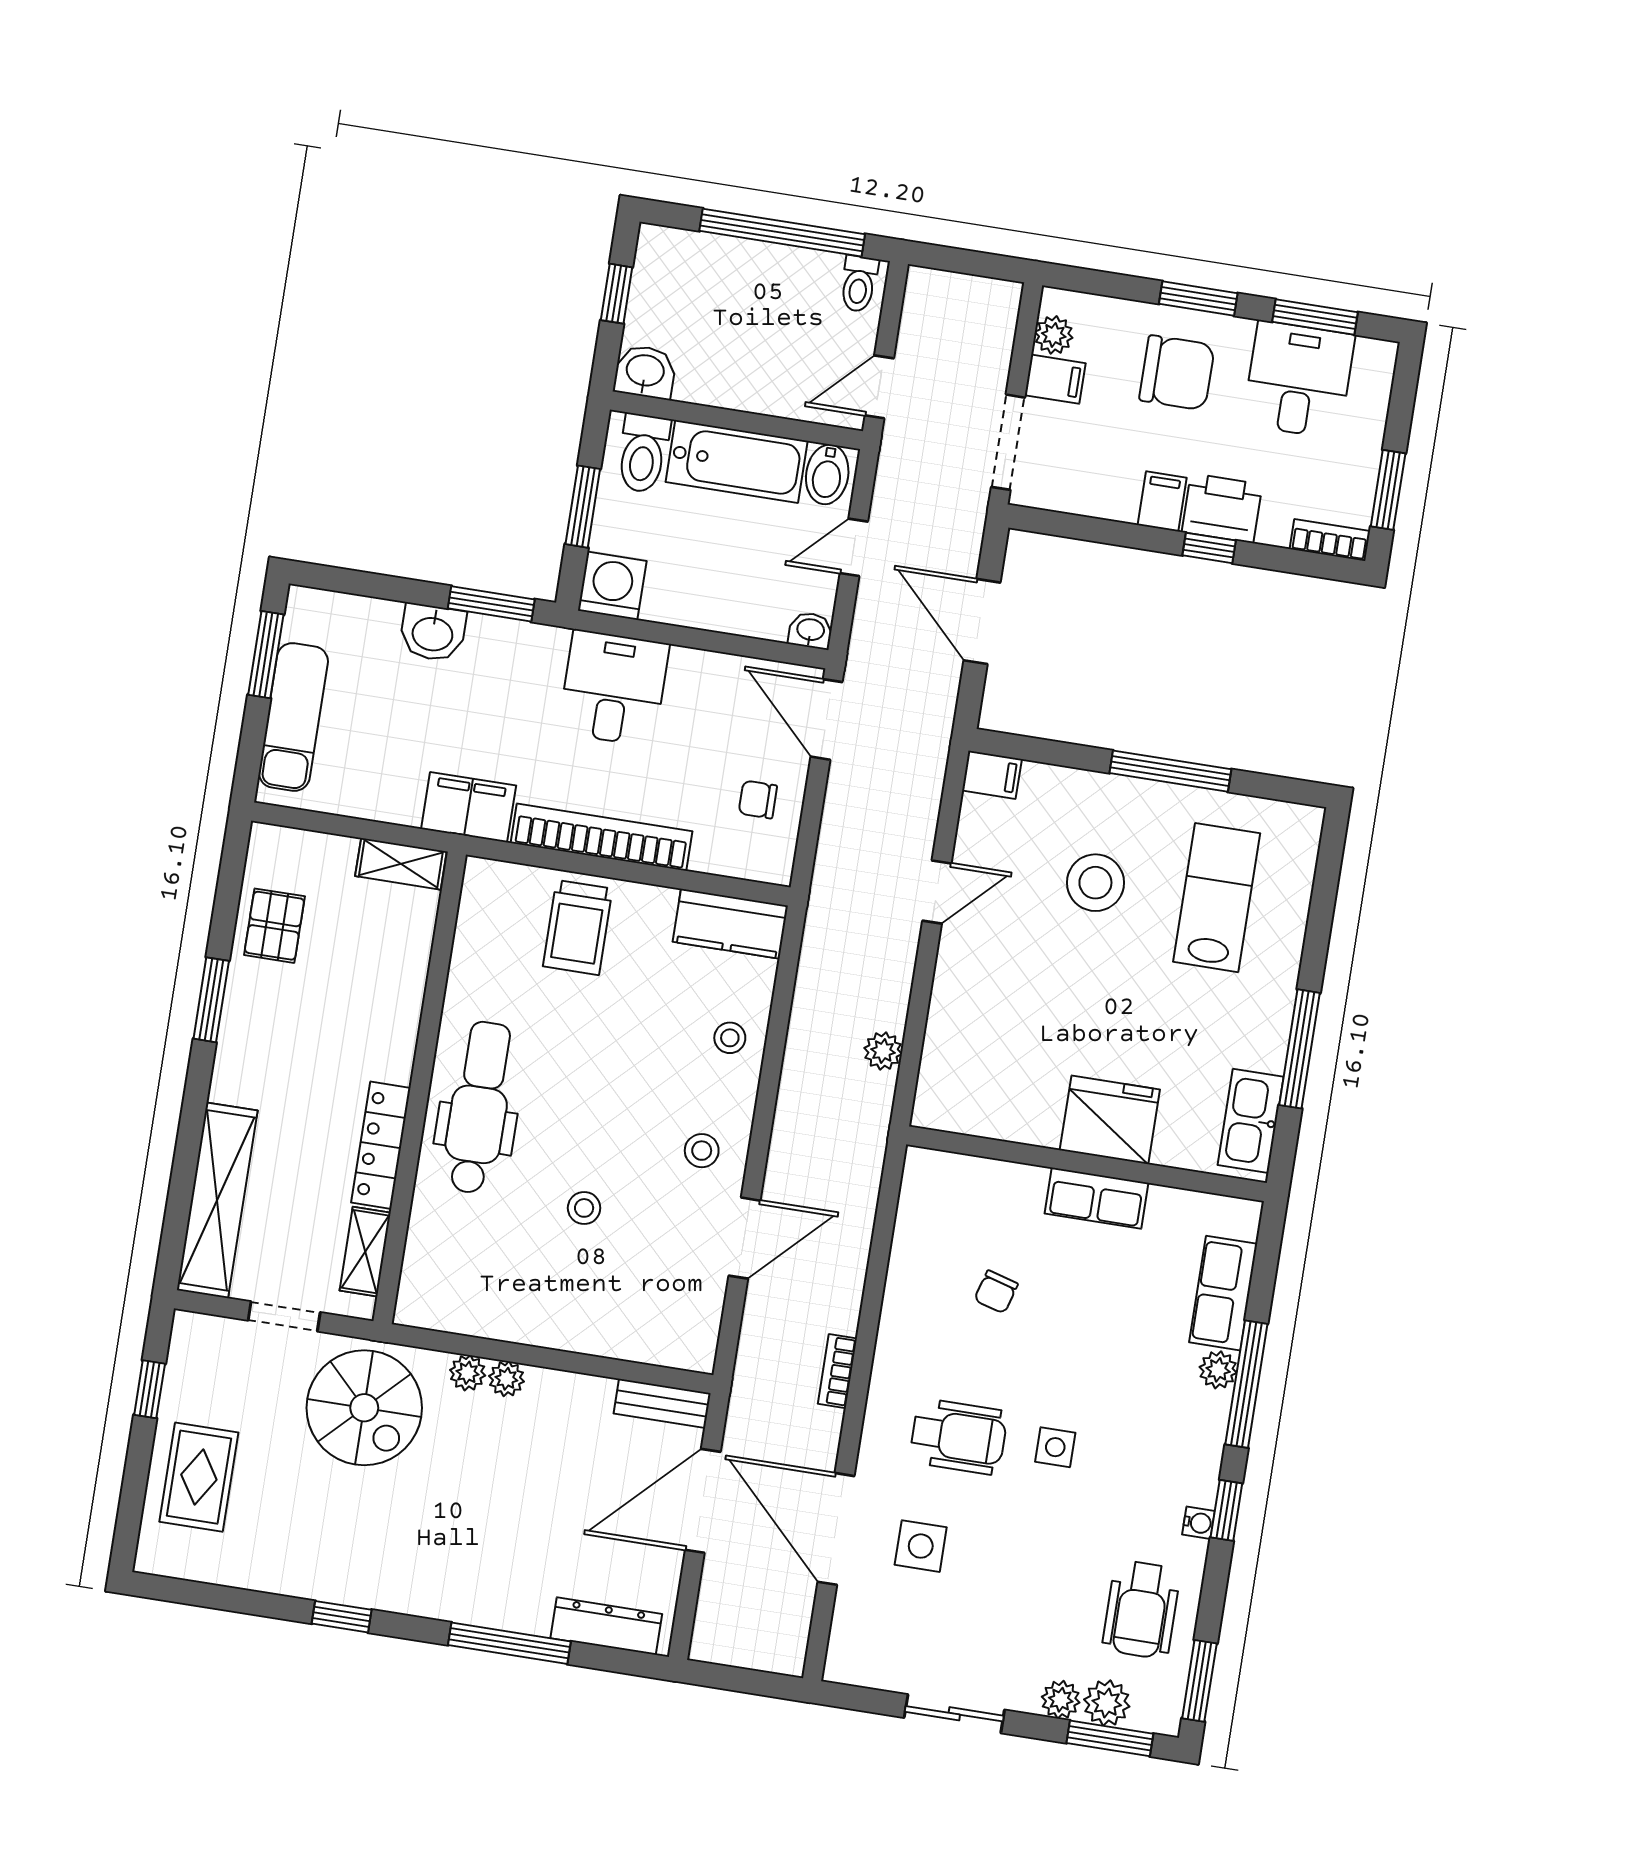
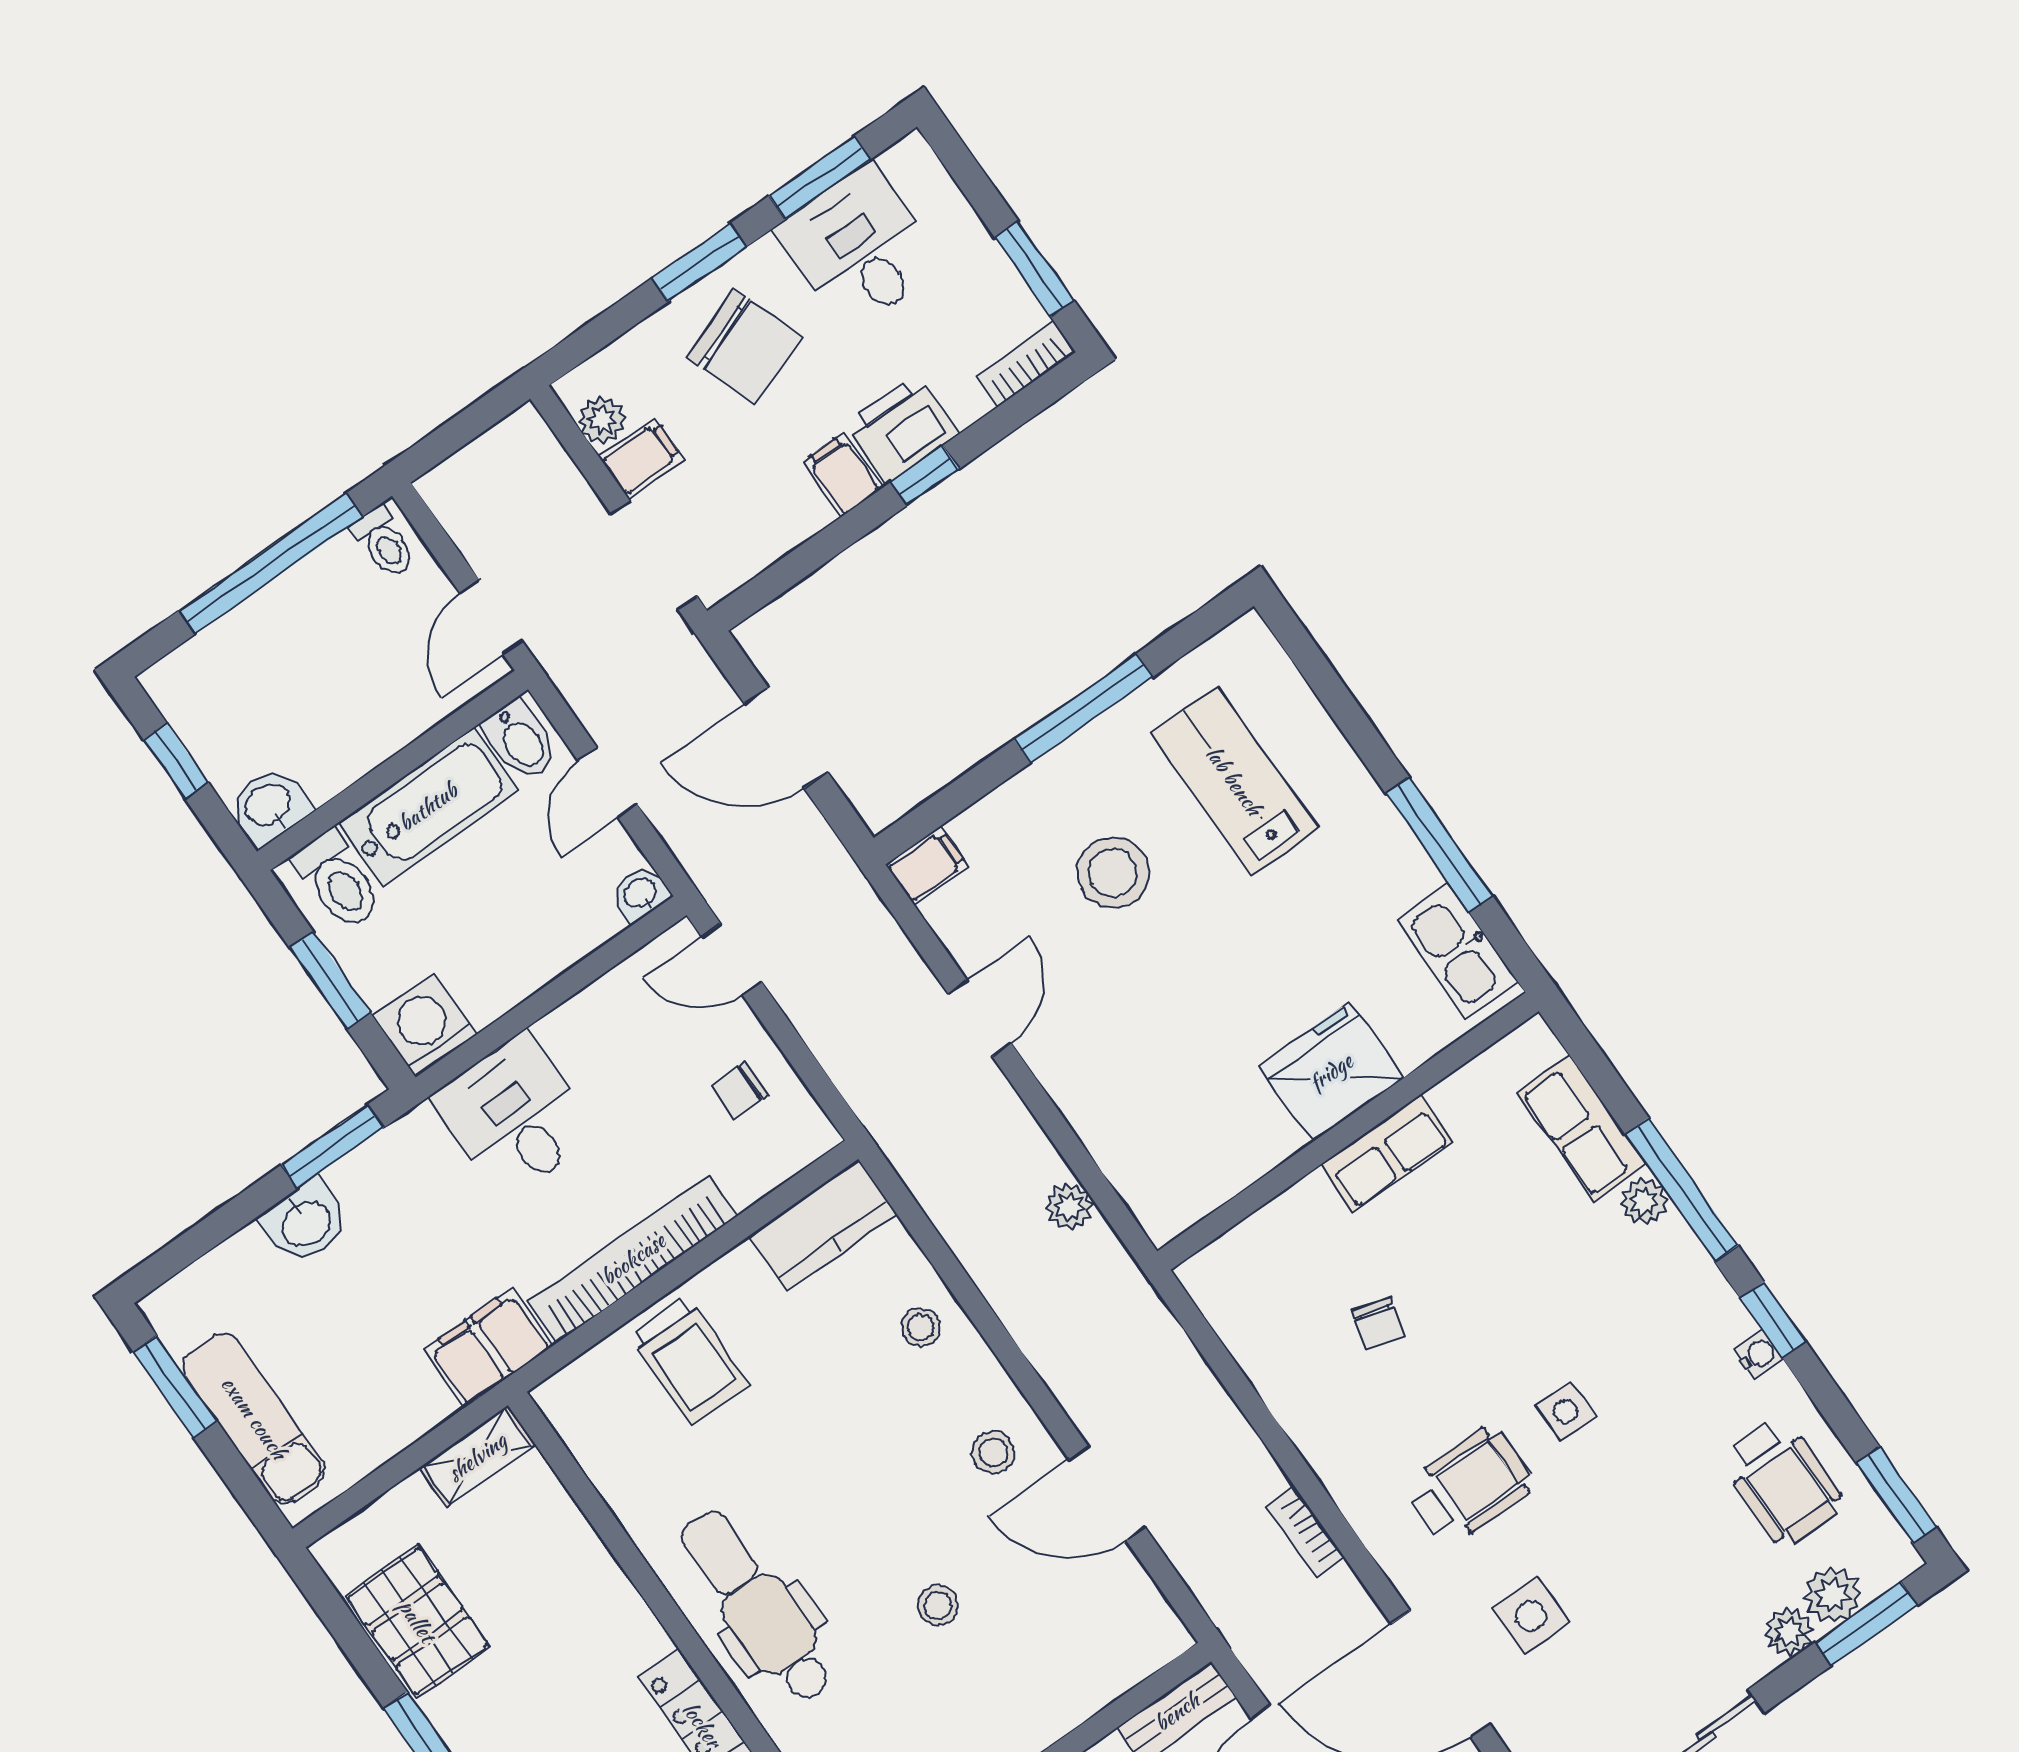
chair: (1177, 373) -> (745, 347), turned 69
door: (827, 719) -> (732, 959), width x0.73
pallet: (274, 926) -> (417, 1621), width x1.50, depth x1.42
door: (744, 1238) -> (1107, 1493), swing flipped

